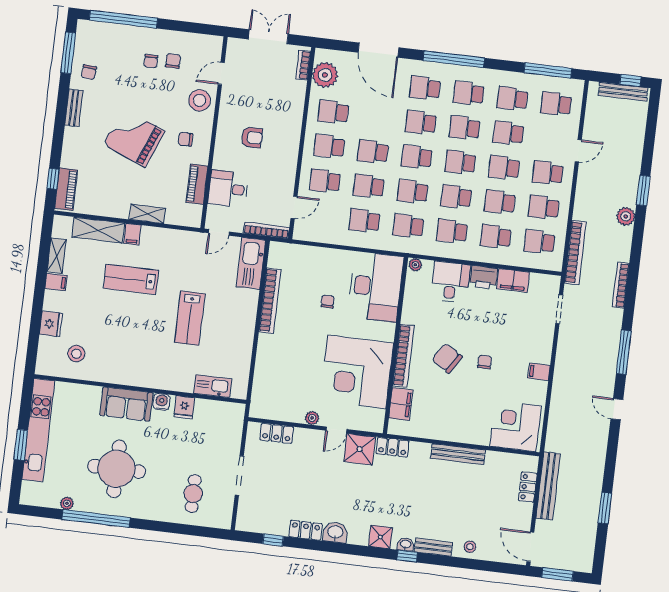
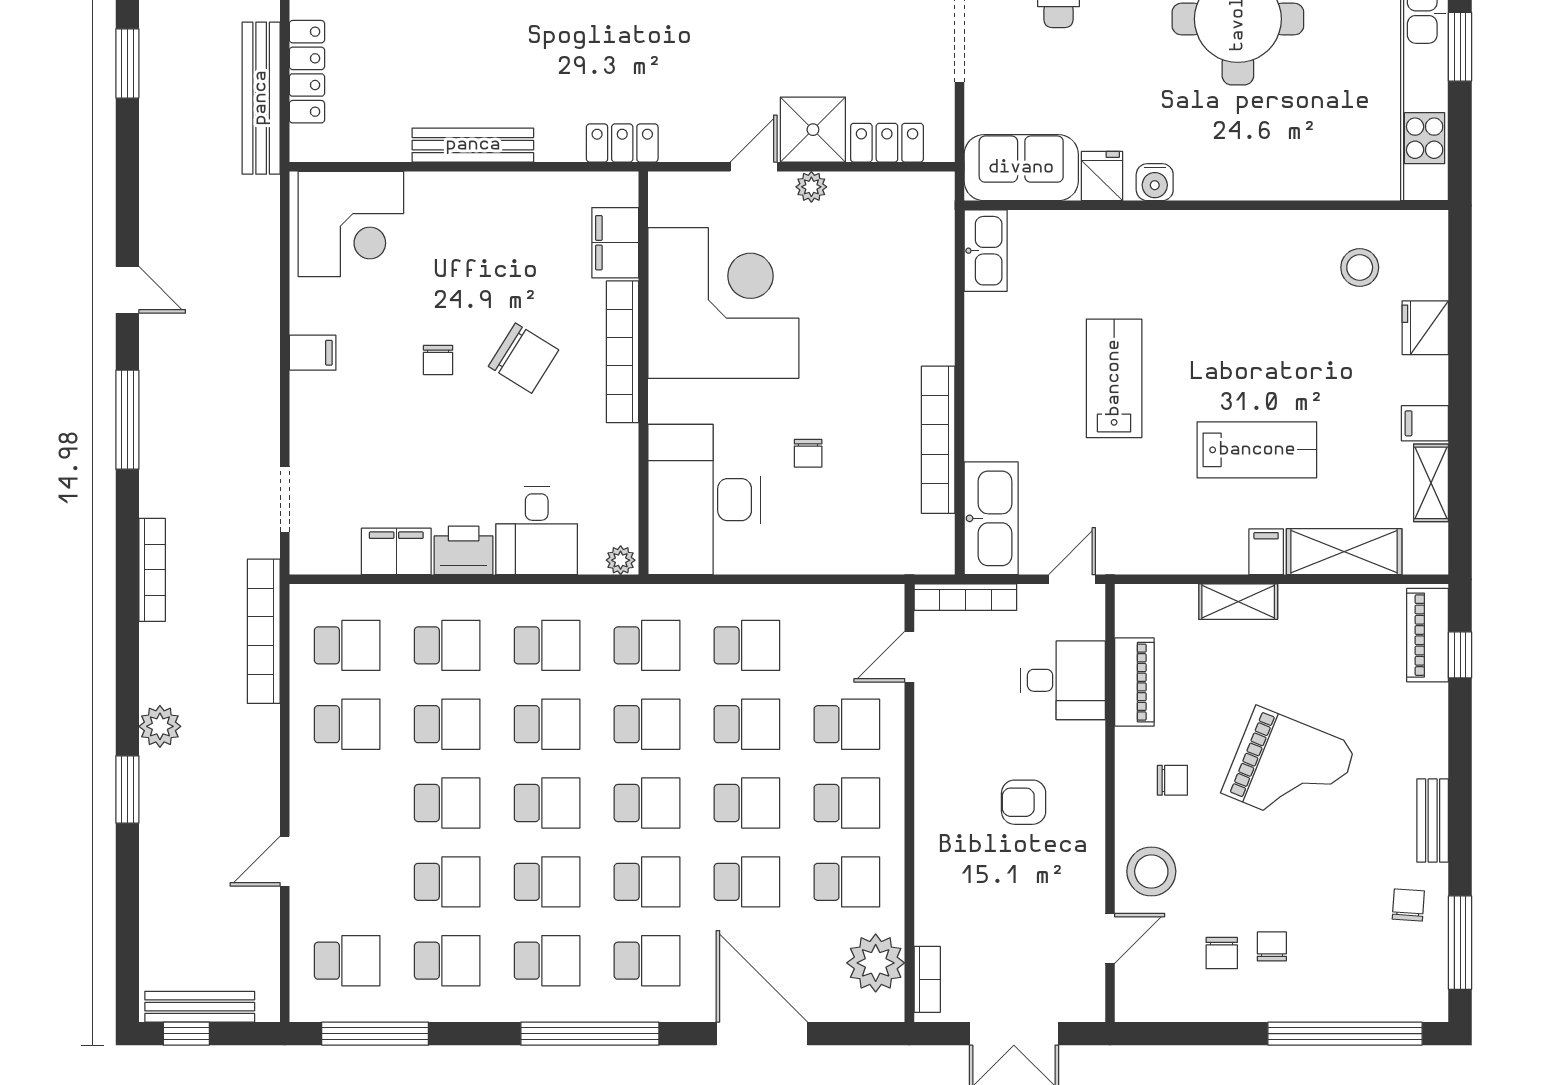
school desk: (548, 173) -> (747, 882), moved
kitchen sink: (213, 386) -> (986, 251), moved, turned -90
sofa: (126, 404) -> (1021, 168), moved
shower: (360, 449) -> (813, 130), moved
locker: (528, 487) -> (307, 72), width x1.53

